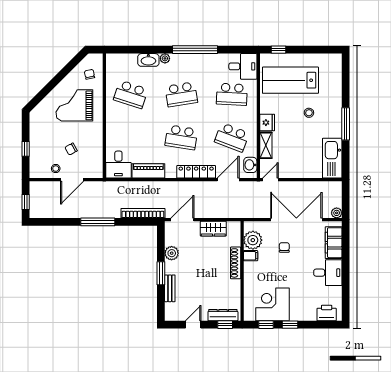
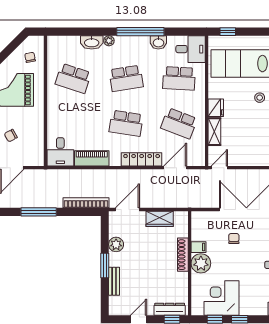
washbasin: (250, 165) -> (158, 42), moved, turned -90
plant: (253, 240) -> (201, 263), moved

